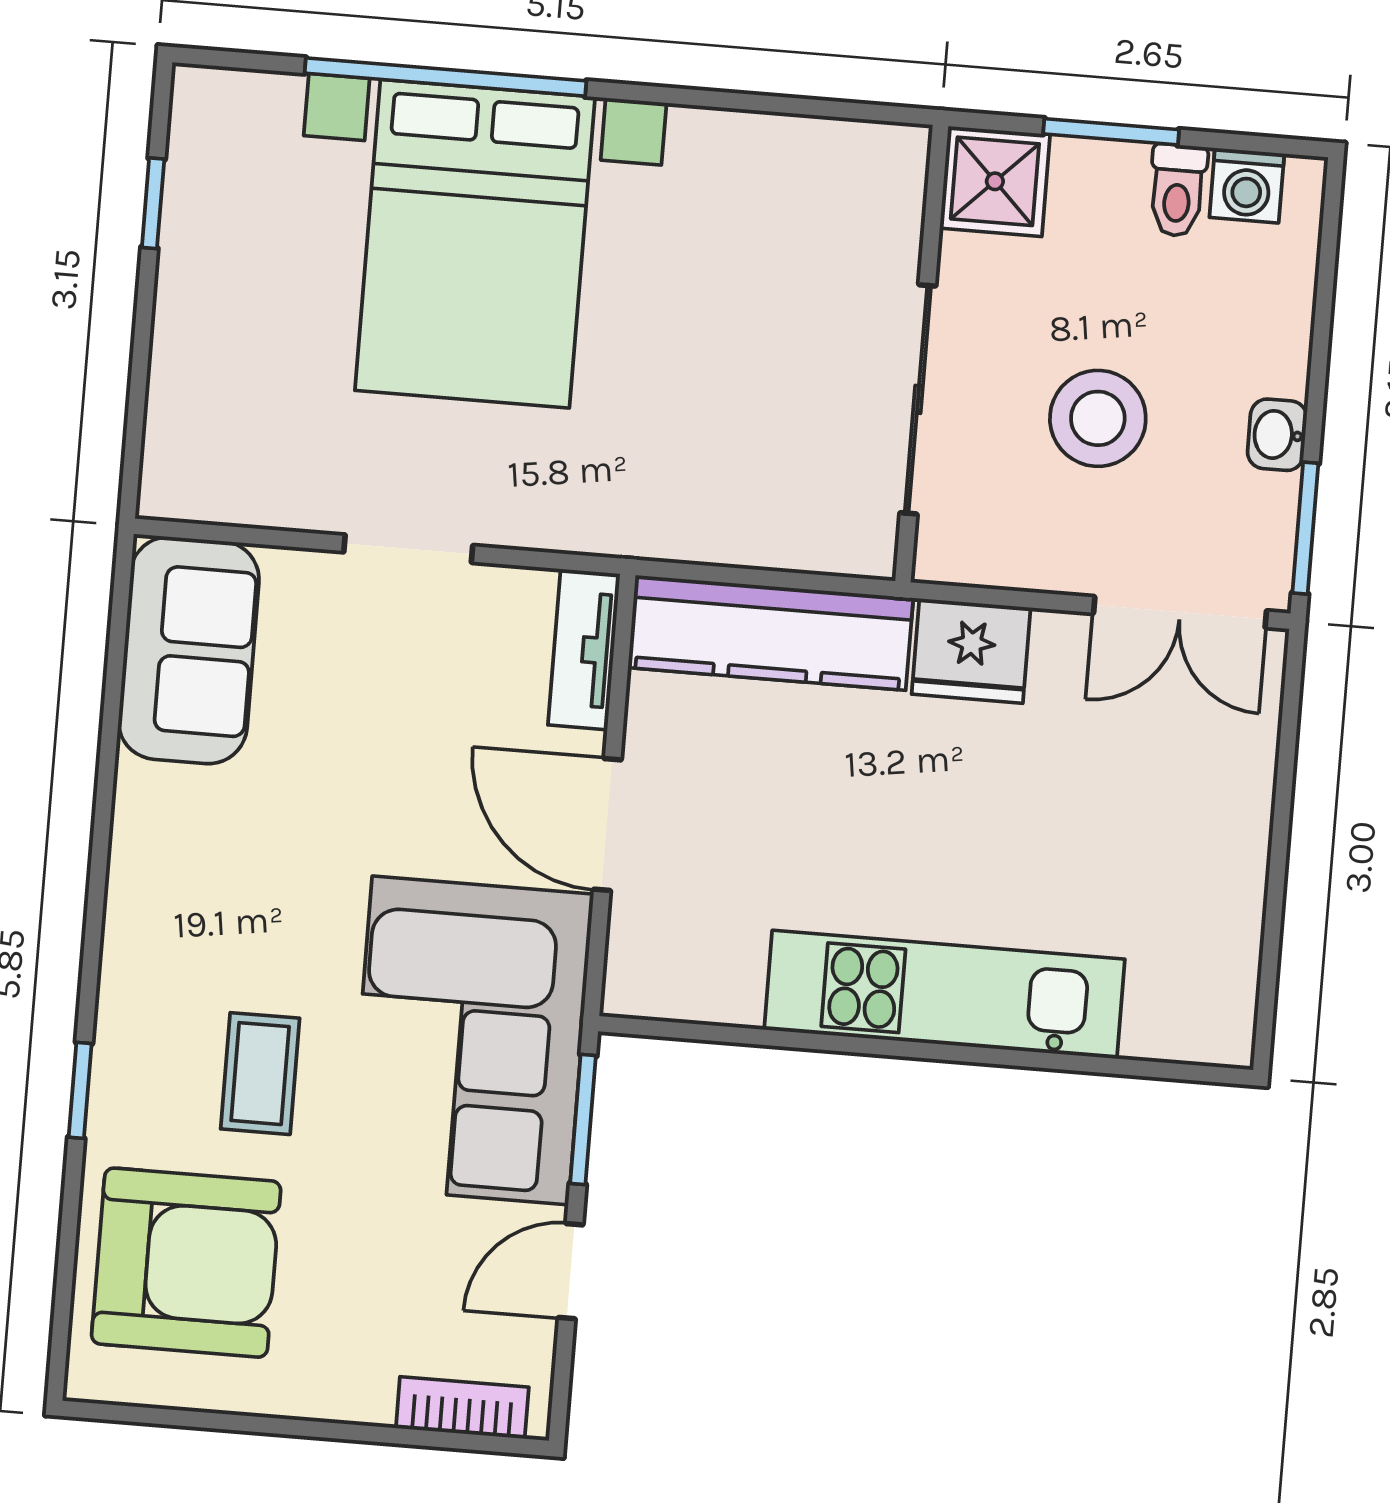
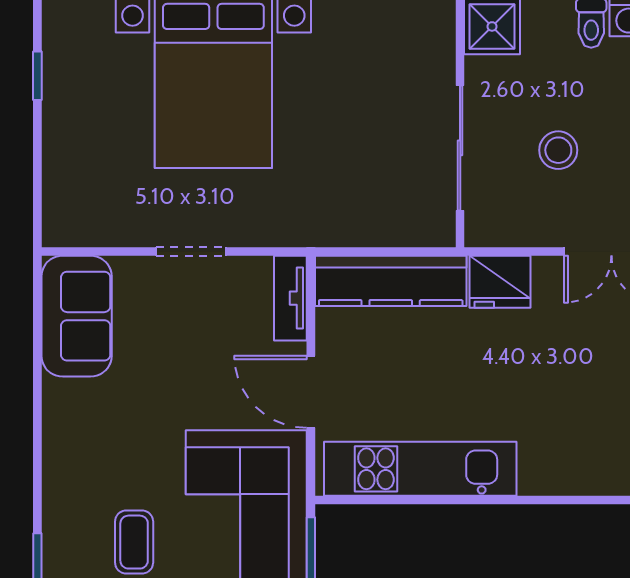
stool: (1098, 418) -> (558, 150), width x0.73, depth x0.73
kitchen unit: (945, 994) -> (420, 469), moved

